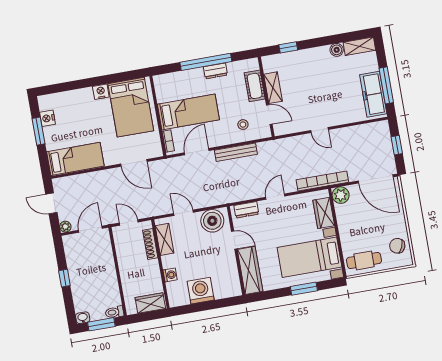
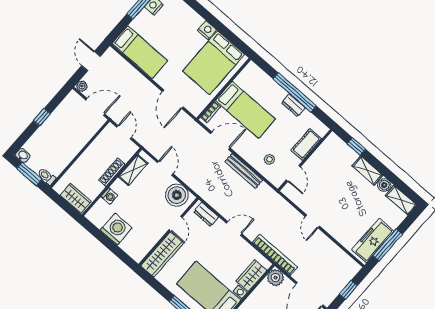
shelving: (273, 88) -> (367, 171), moved, turned 90
shoe rack: (150, 244) -> (112, 172), moved

